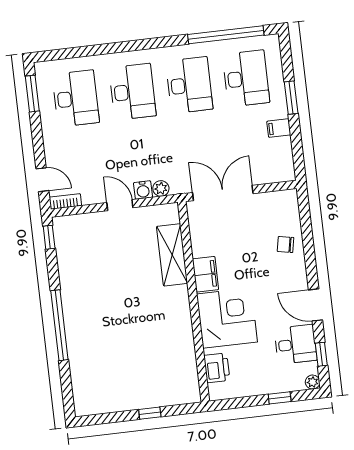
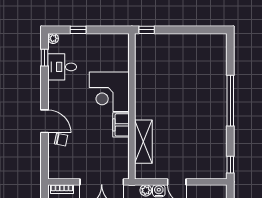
bookcase: (65, 201) -> (62, 189), moved
door: (315, 305) -> (45, 121), moved
printer: (217, 368) -> (121, 57), removed
window: (150, 413) -> (147, 30), moved

